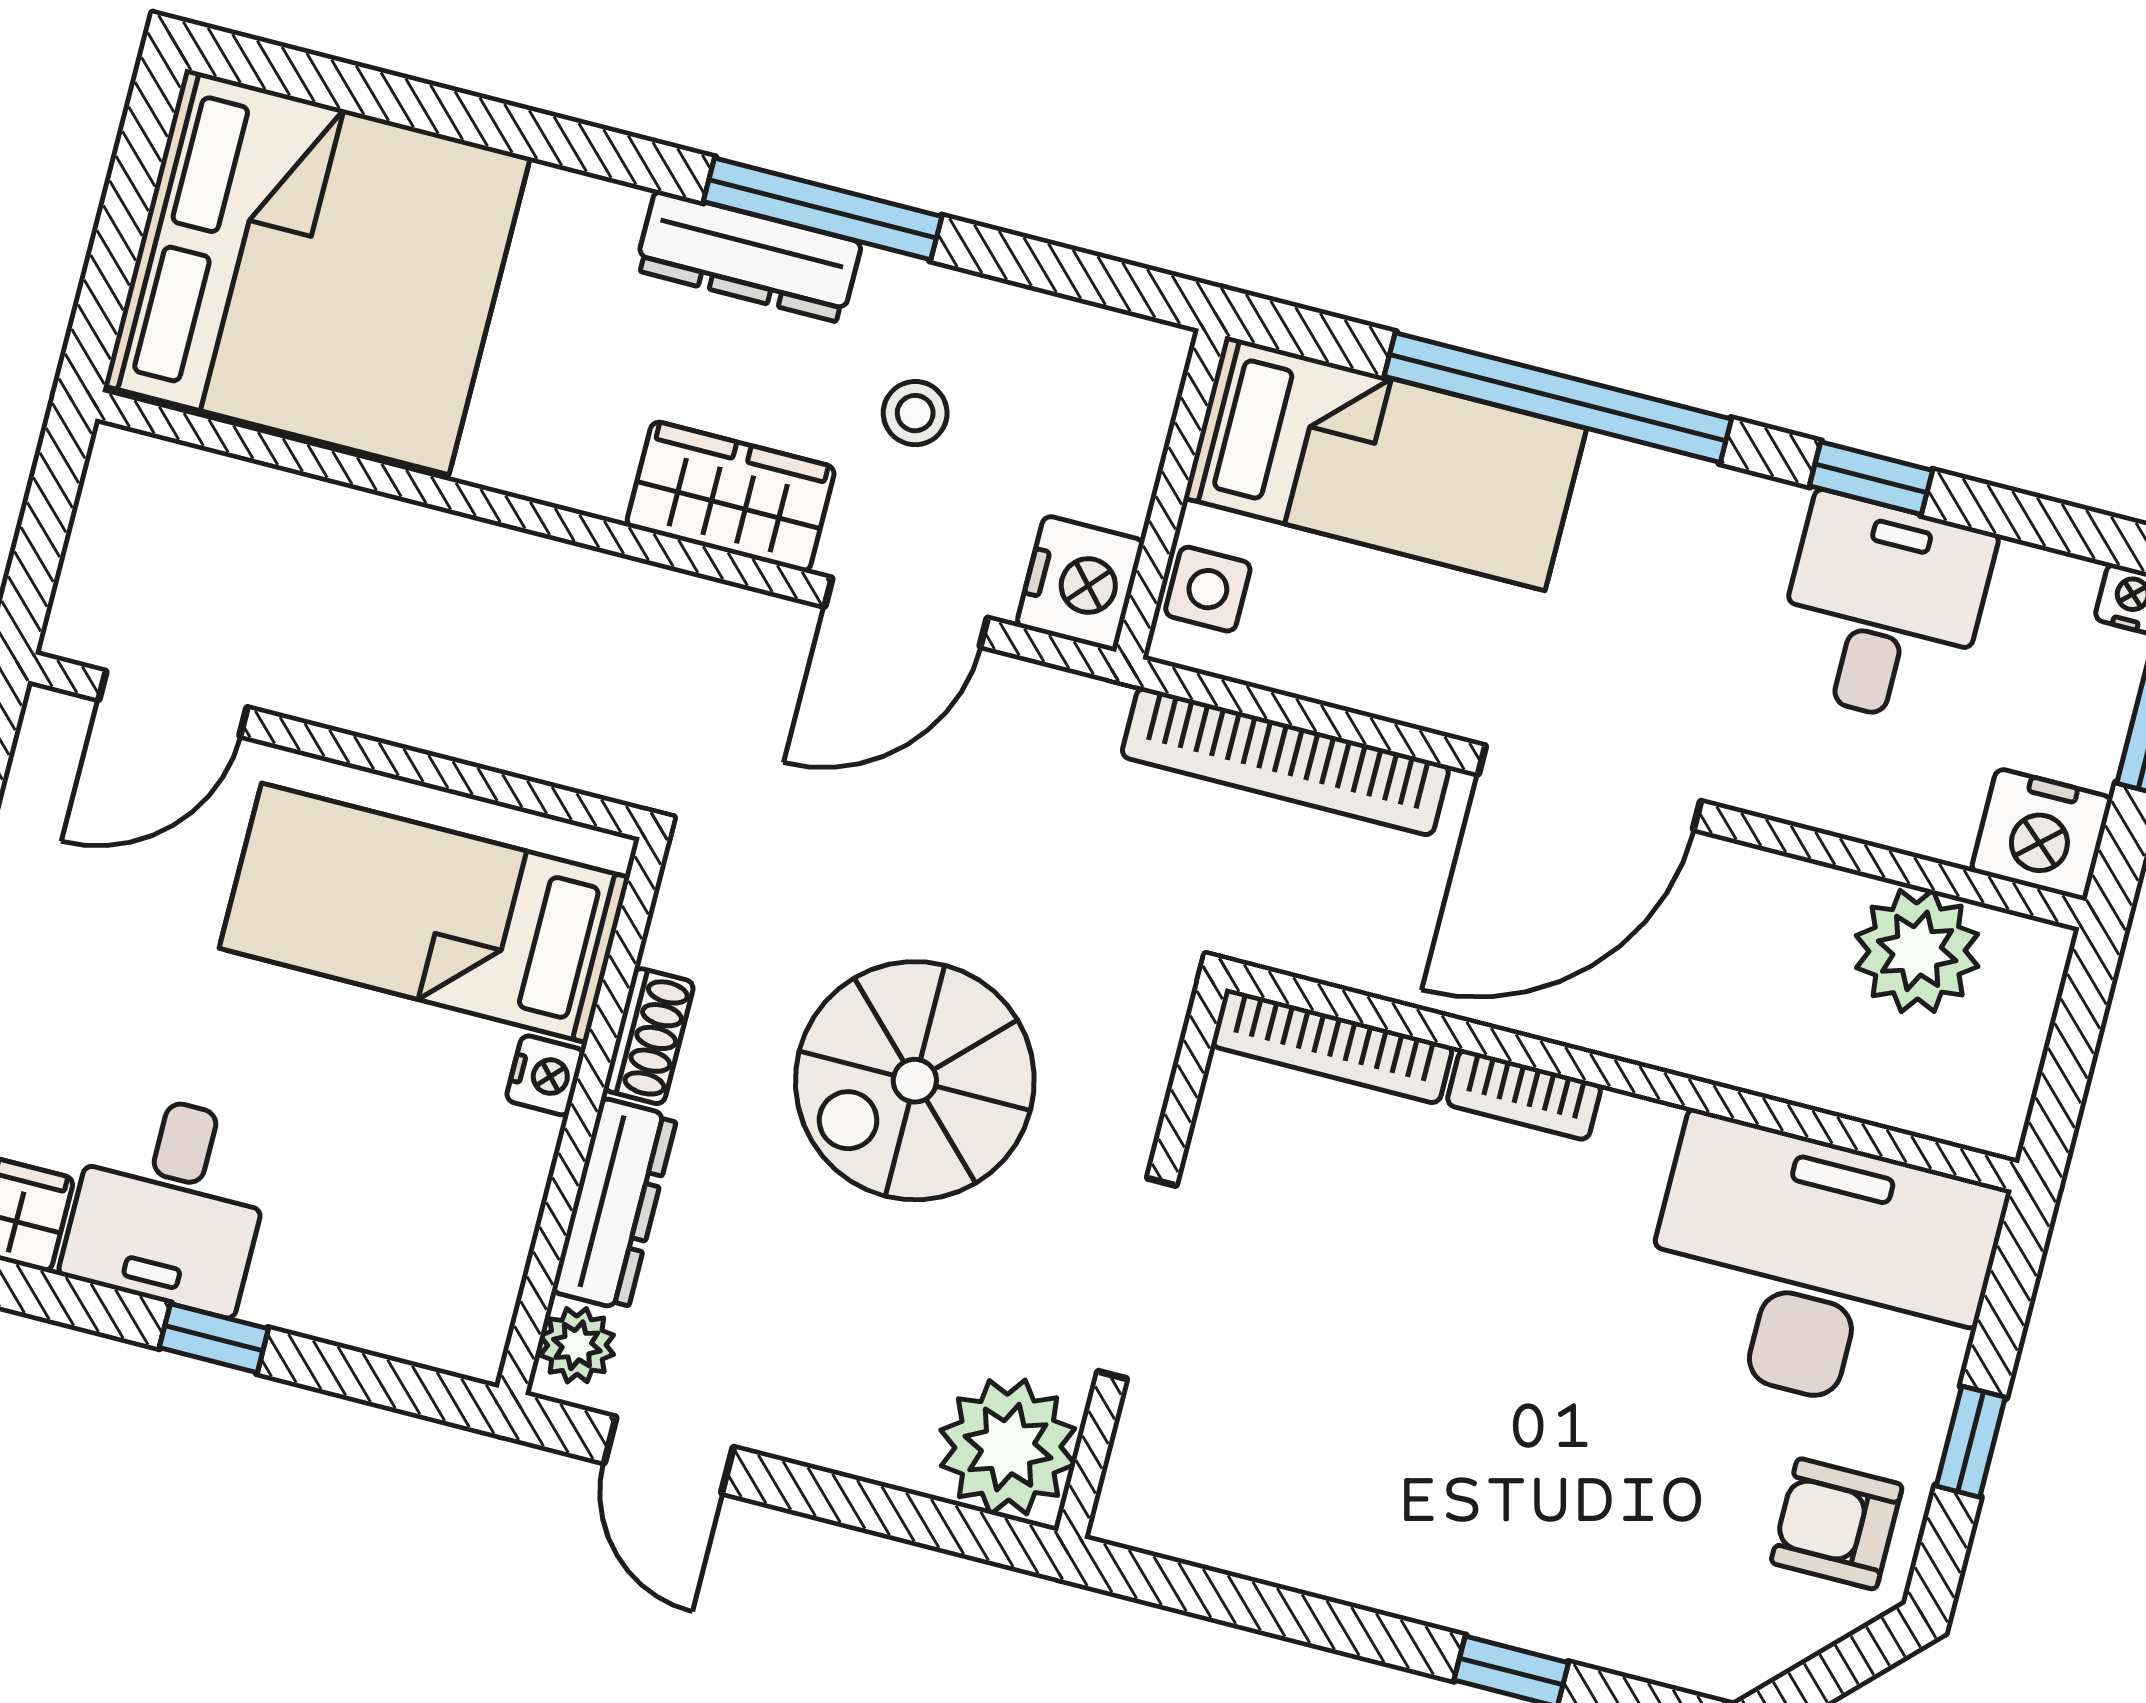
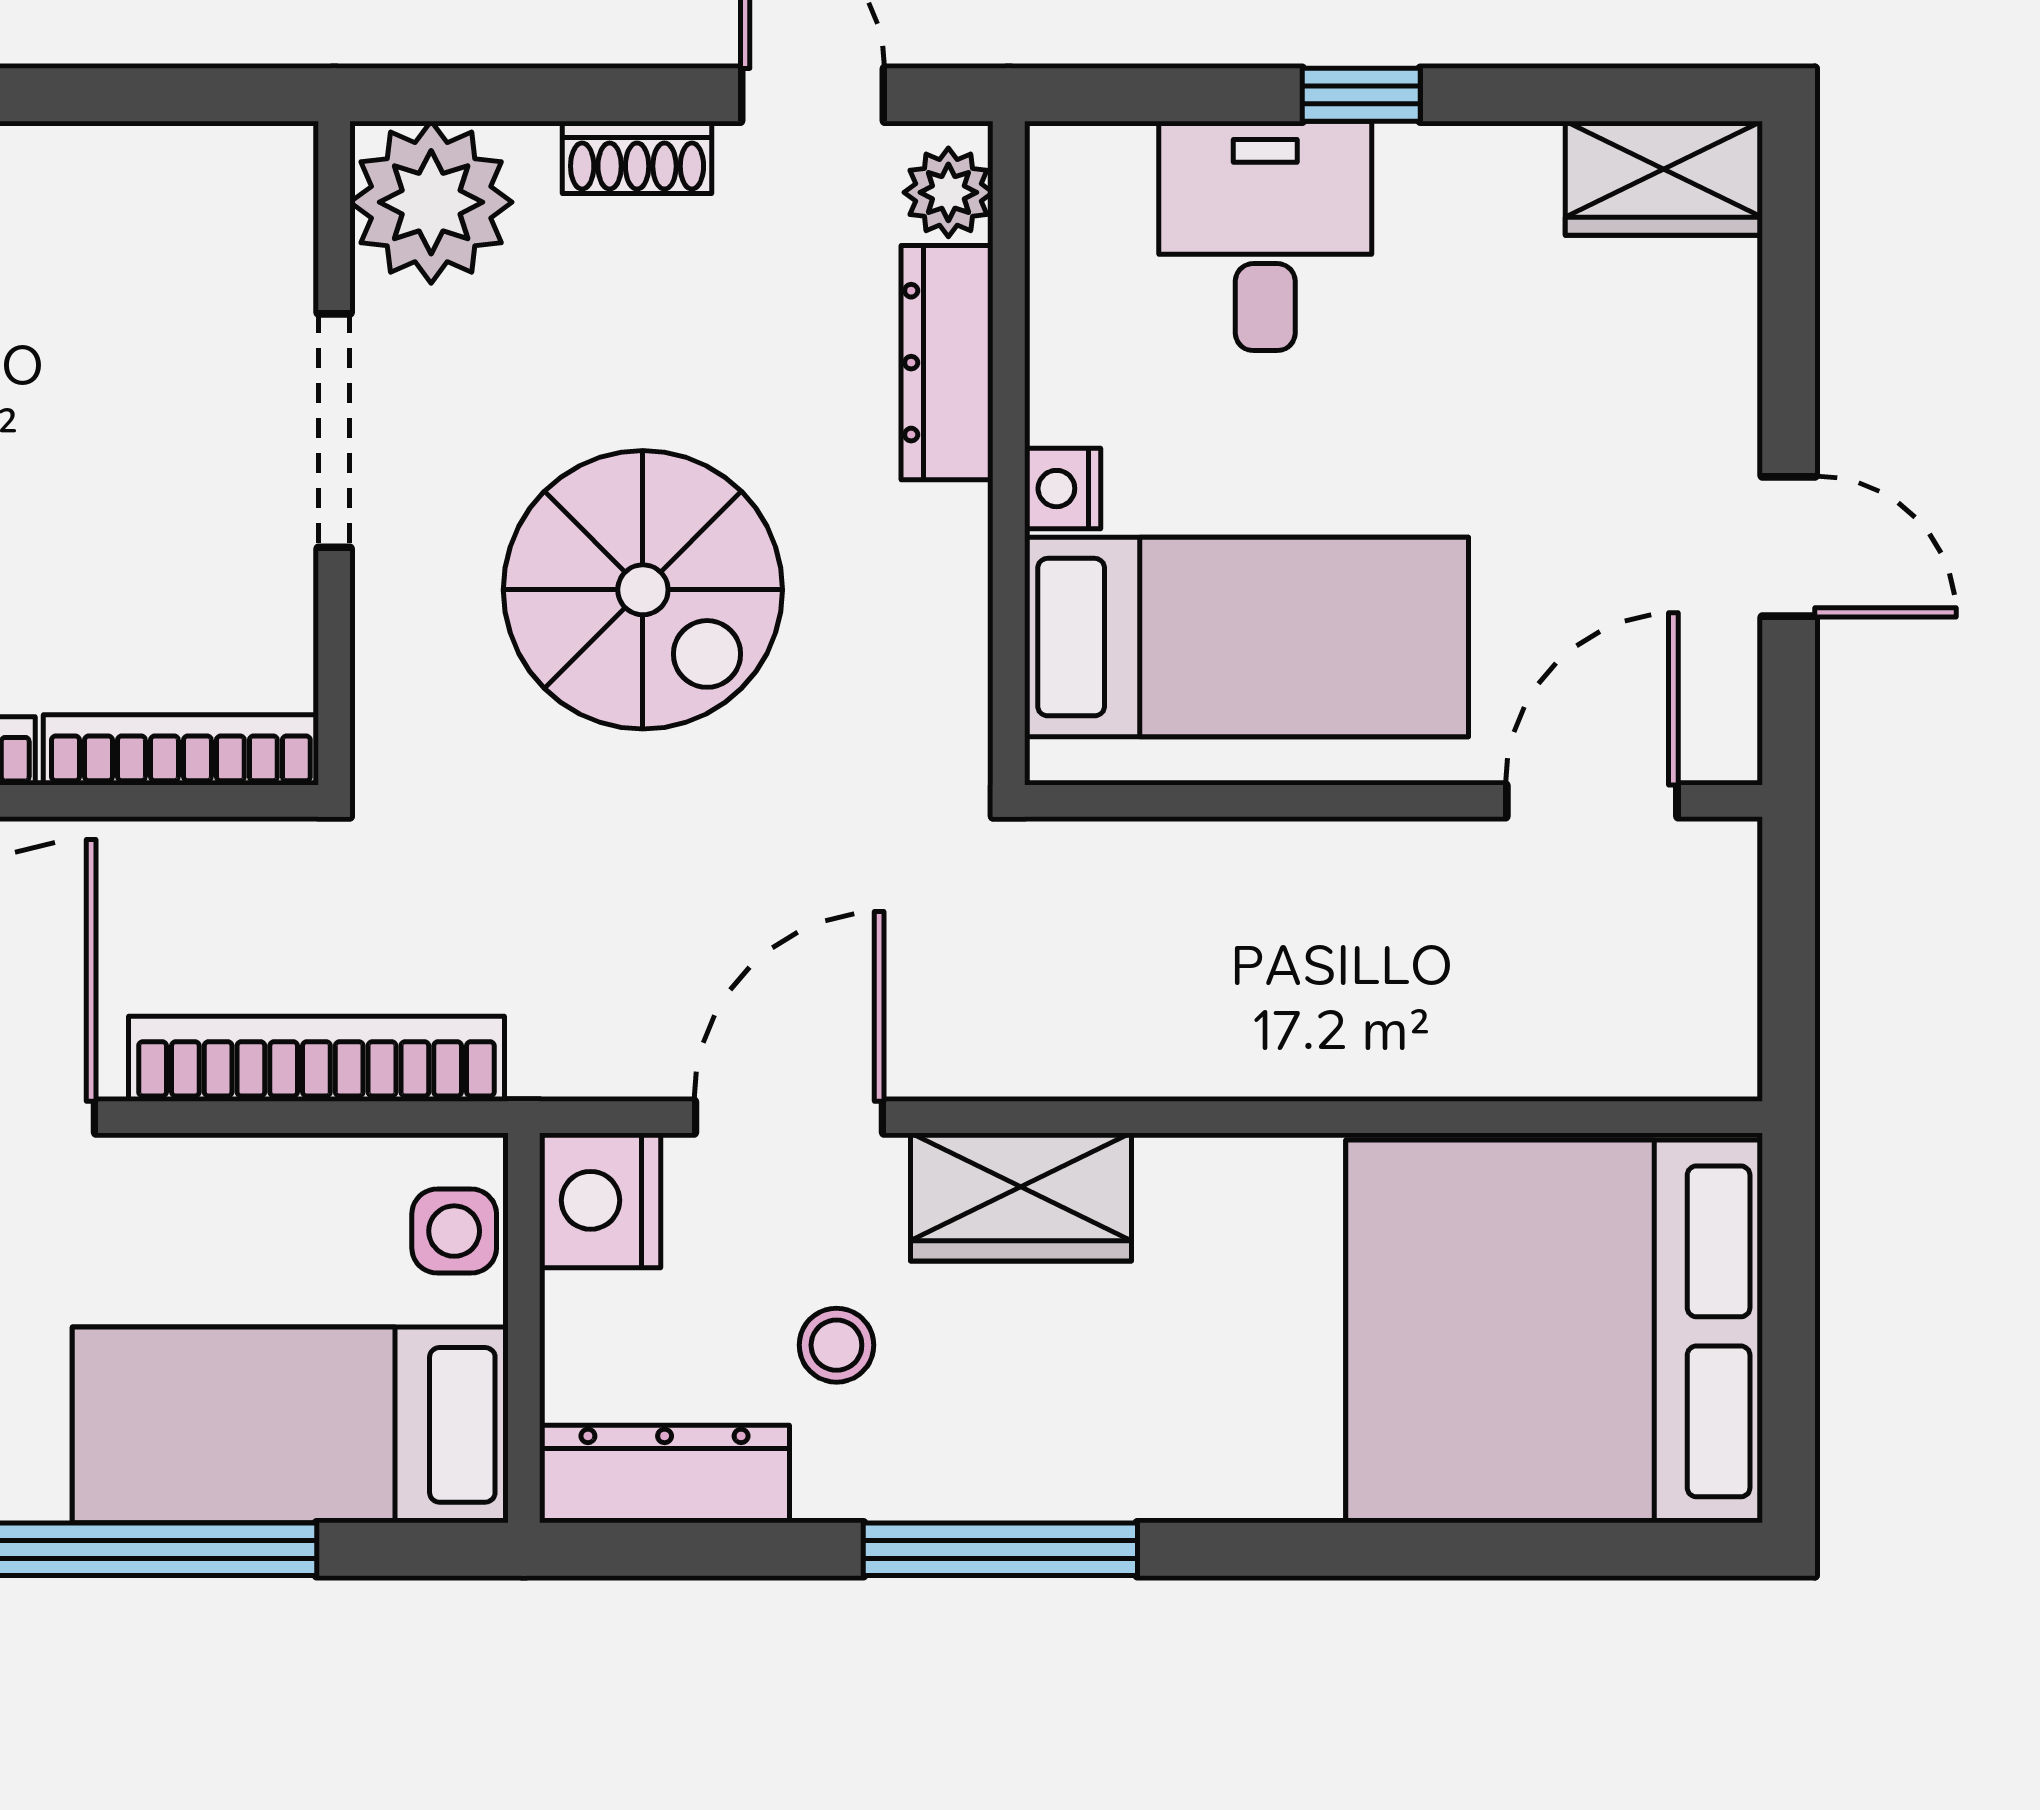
dresser: (748, 256) -> (665, 1474), moved
shoe rack: (649, 1036) -> (637, 157), moved, turned -90
spiral stairs: (915, 1081) -> (643, 590), turned 90
desk: (170, 1202) -> (1265, 236), moved

